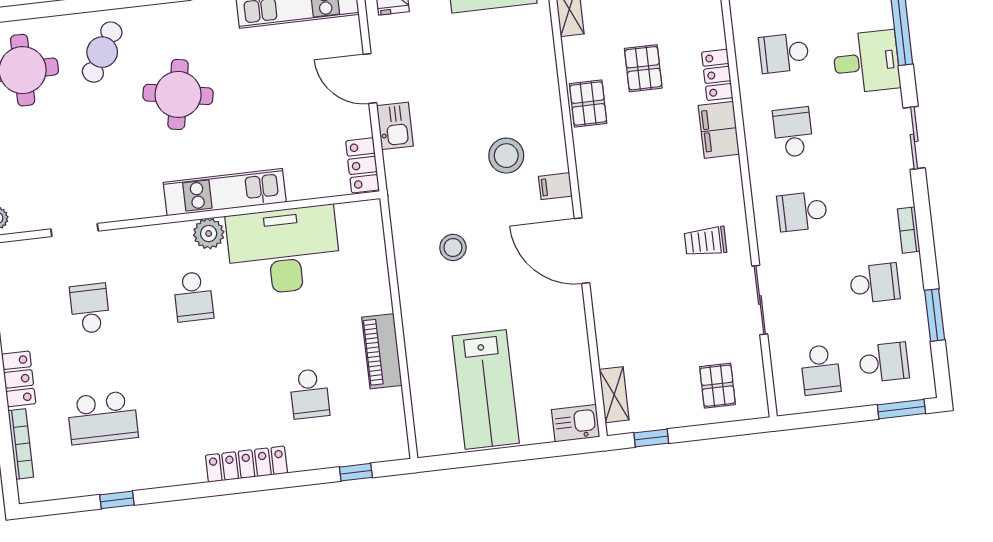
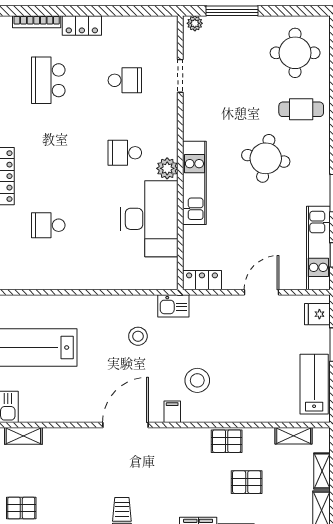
cafe table: (102, 52) -> (301, 109), turned -31
kitchen sink: (395, 126) -> (173, 306), moved
piano: (382, 351) -> (72, 279), removed

